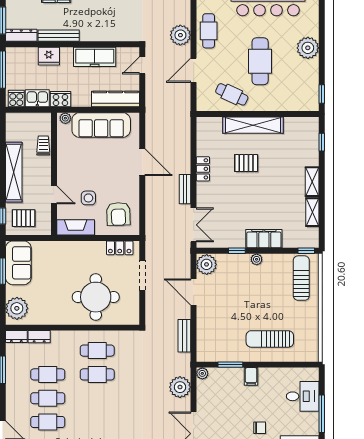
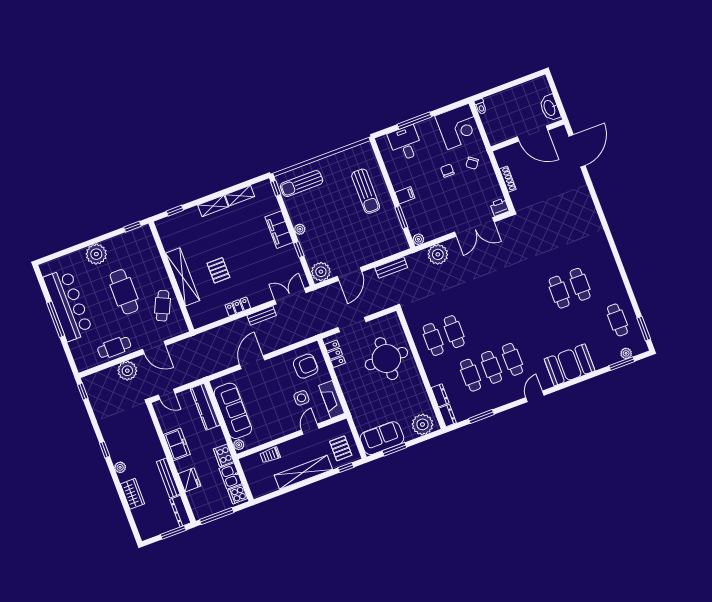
freezer: (95, 57) -> (177, 444), width x0.71
cafe table: (260, 61) -> (124, 292), turned 90

